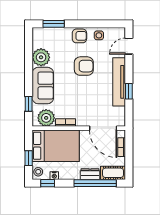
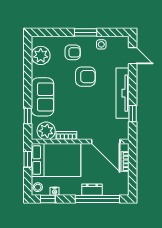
window: (54, 24) -> (86, 32), moved
armchair: (79, 36) -> (73, 52), moved
door: (129, 46) -> (133, 56), swing flipped
plant: (41, 57) -> (41, 55), moved
window: (129, 91) -> (133, 114), moved
window: (29, 158) -> (28, 159), moved
cot: (113, 173) -> (116, 188), removed

